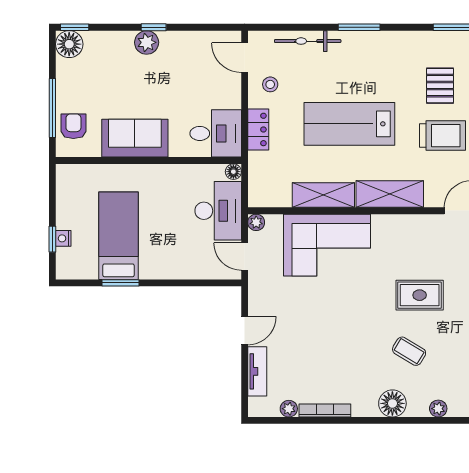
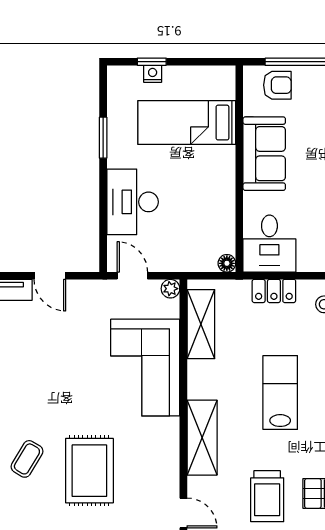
lab bench: (349, 124) -> (280, 392), width x0.73, depth x0.72
shelving: (323, 195) -> (201, 324), moved
desk: (218, 211) -> (133, 202), moved, turned 90
bed: (118, 236) -> (187, 123), moved, turned 180
door: (245, 257) -> (132, 276), hinge flipped
rug: (420, 295) -> (89, 471), width x1.36, depth x1.43

